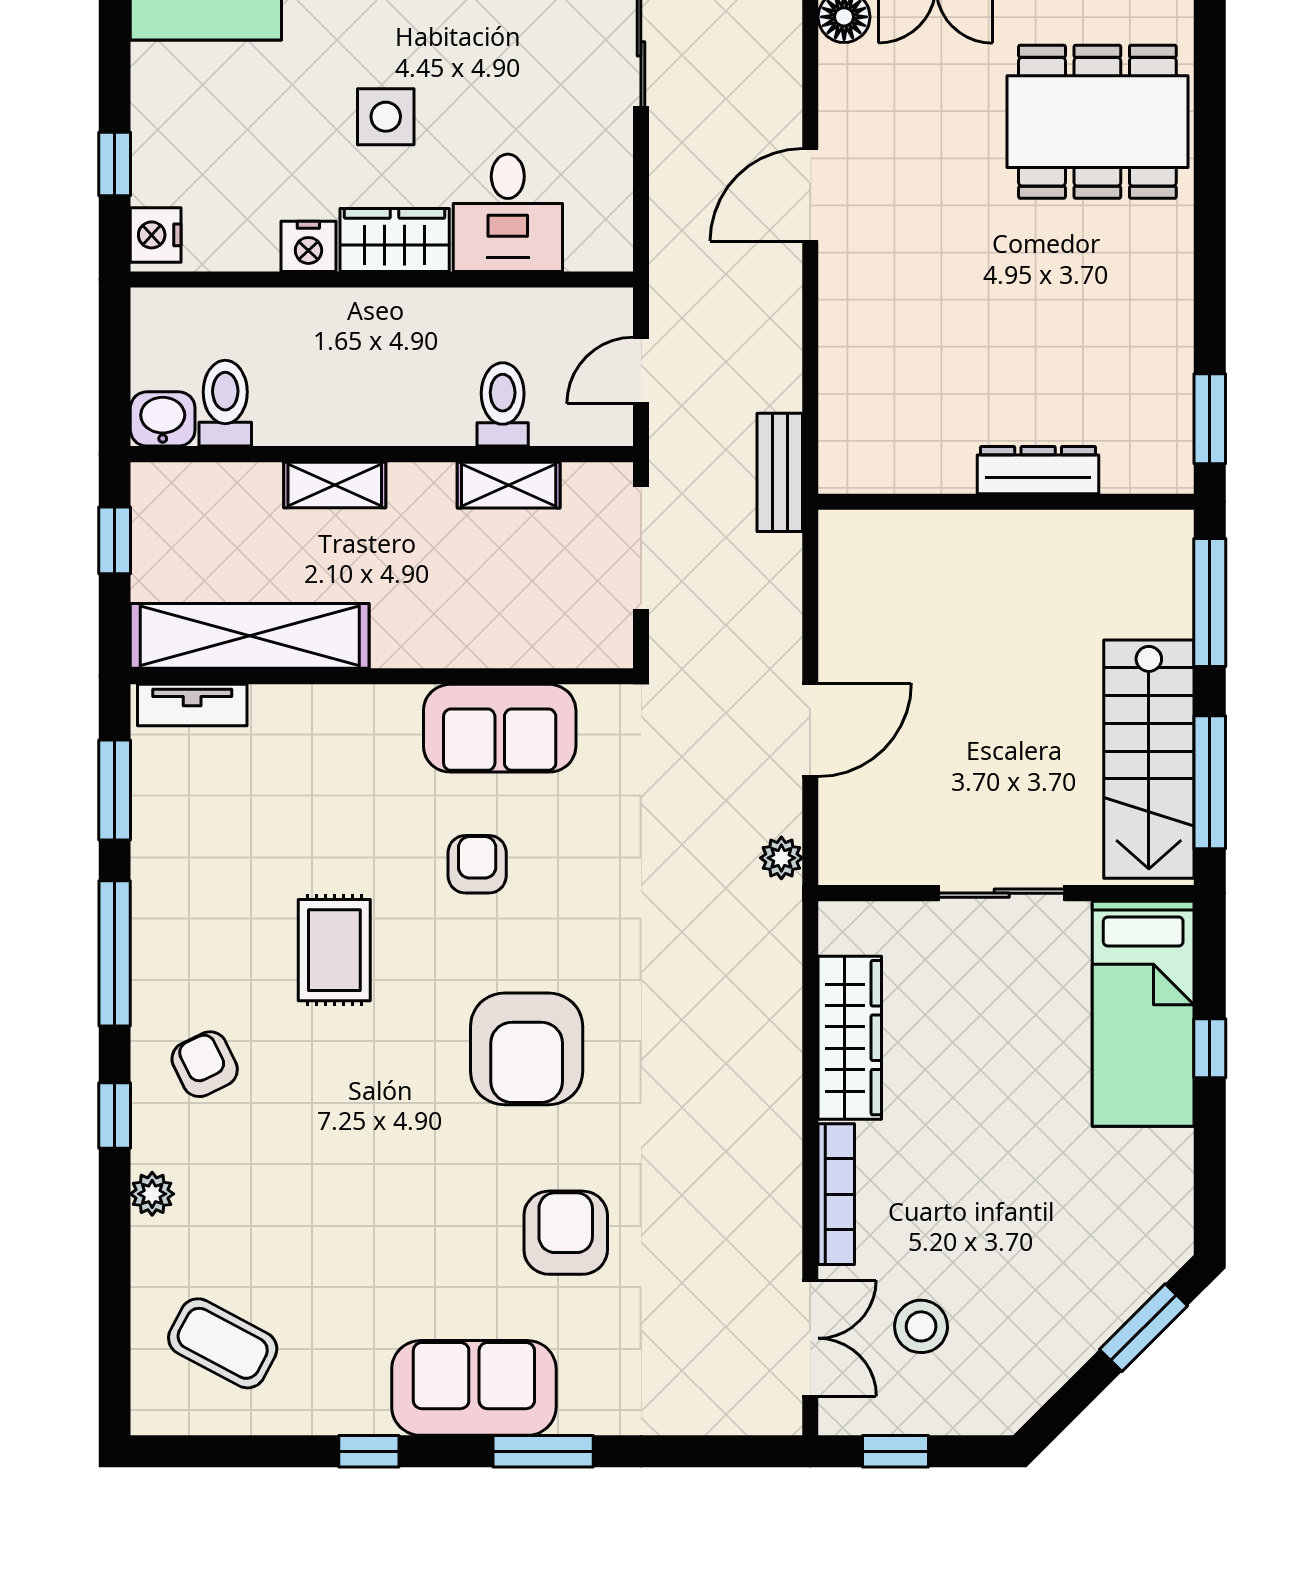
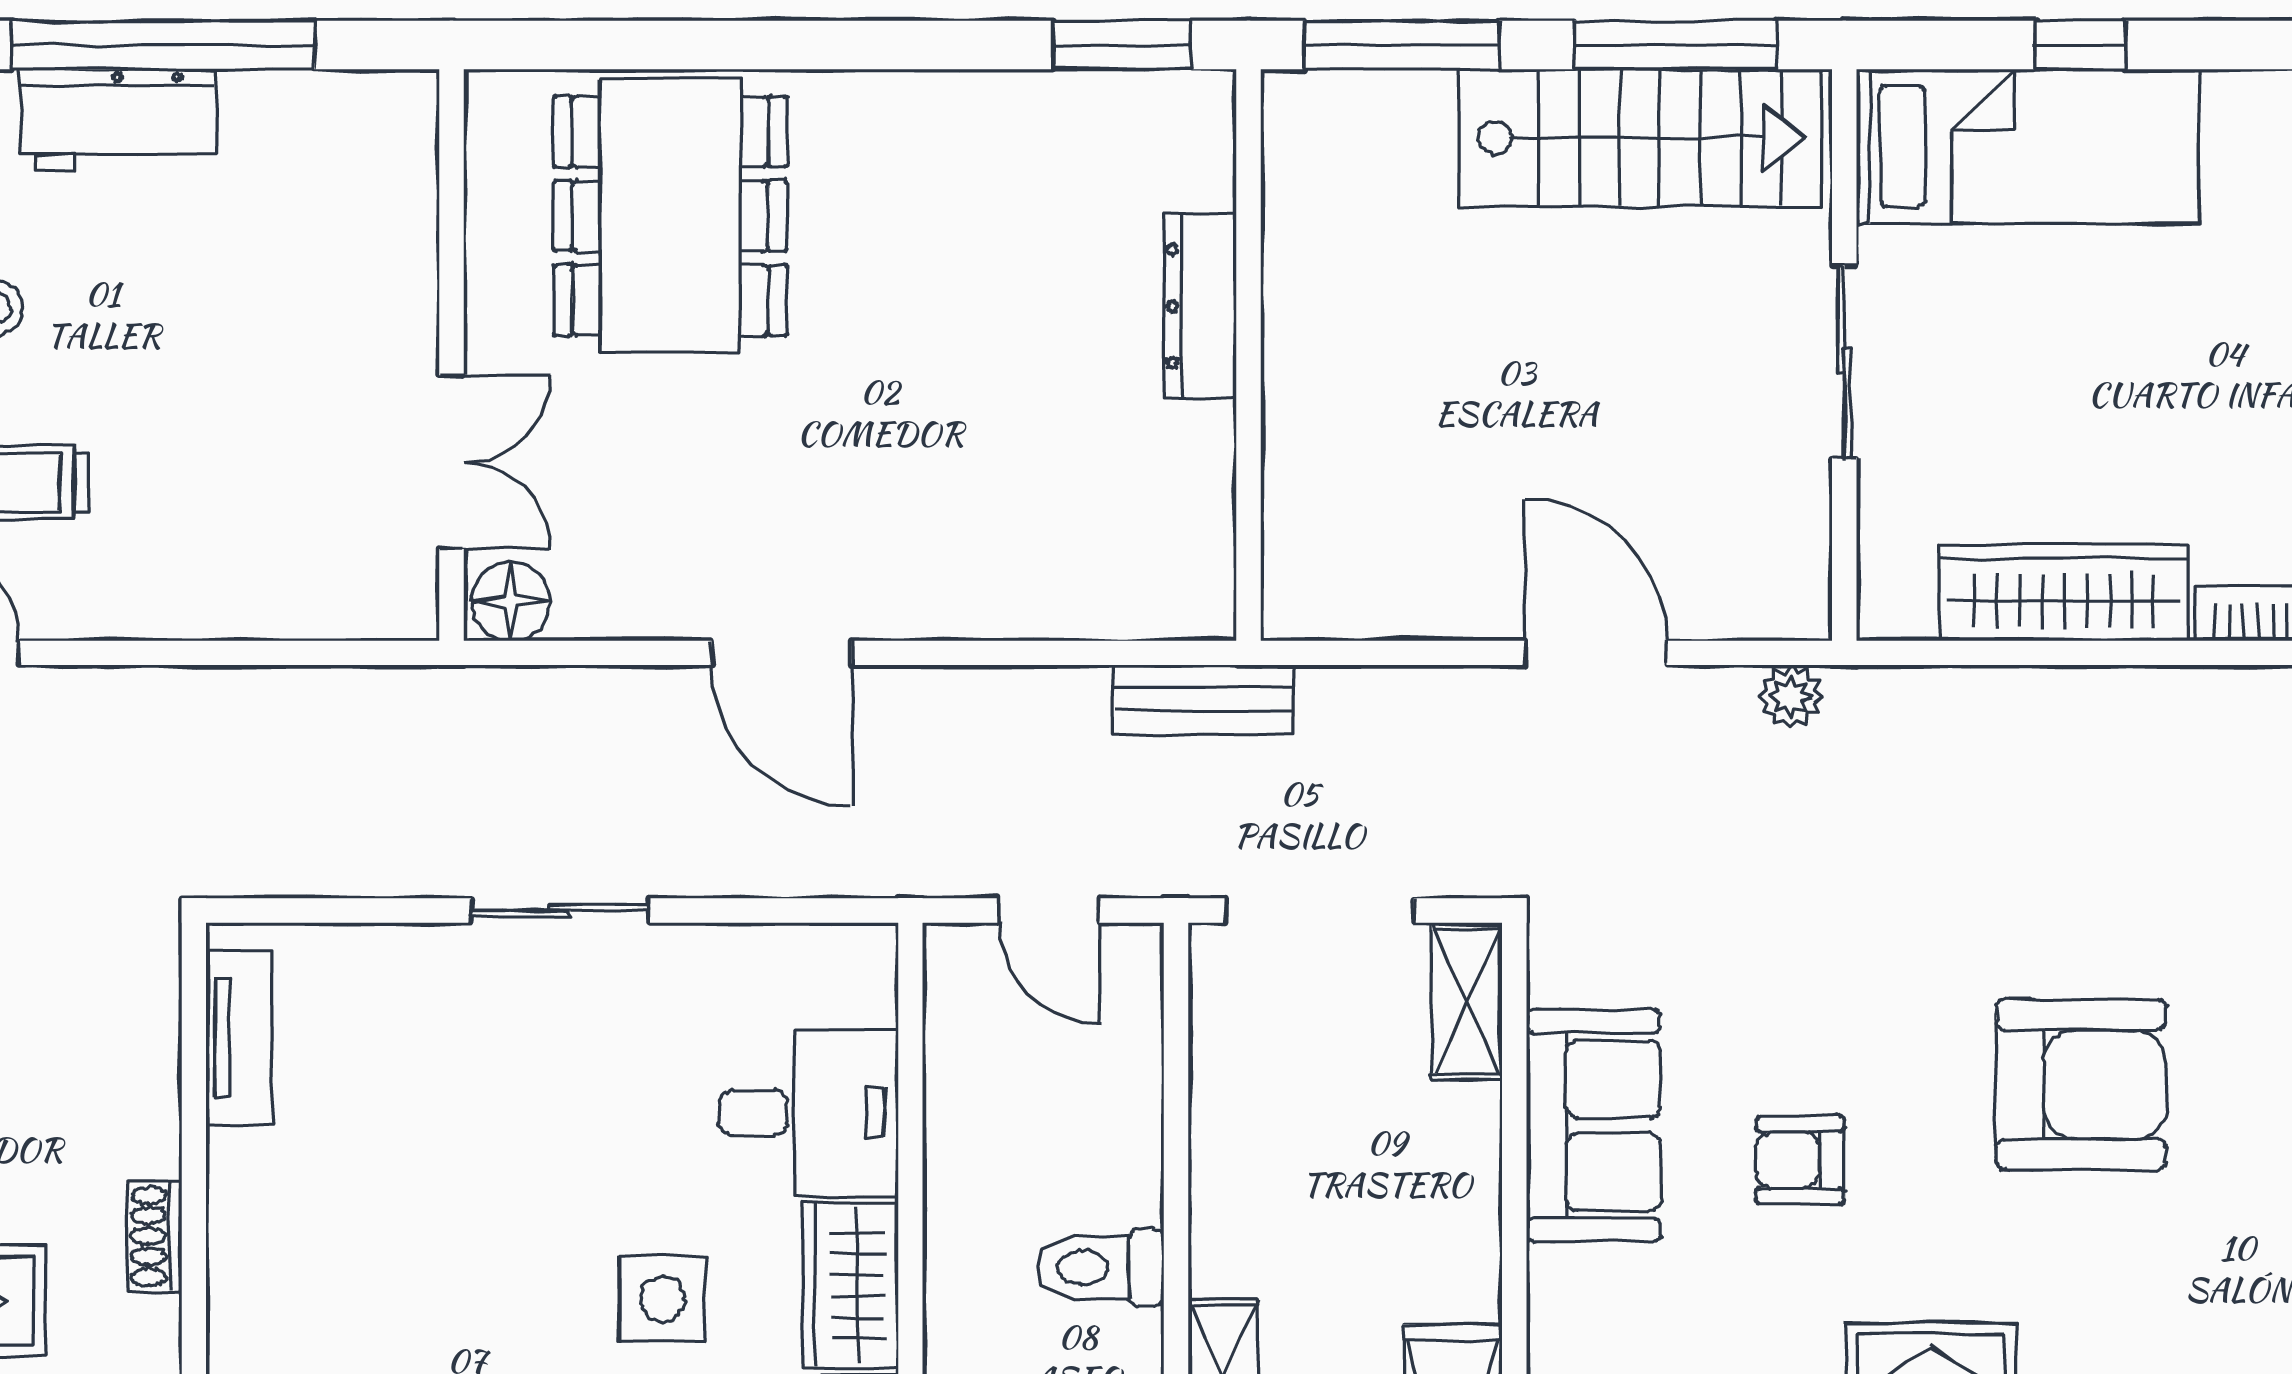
toilet: (503, 404) -> (1100, 1268), moved
shelving: (509, 485) -> (1467, 1002), moved

